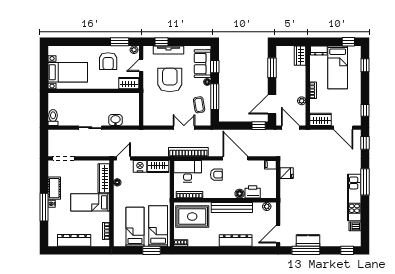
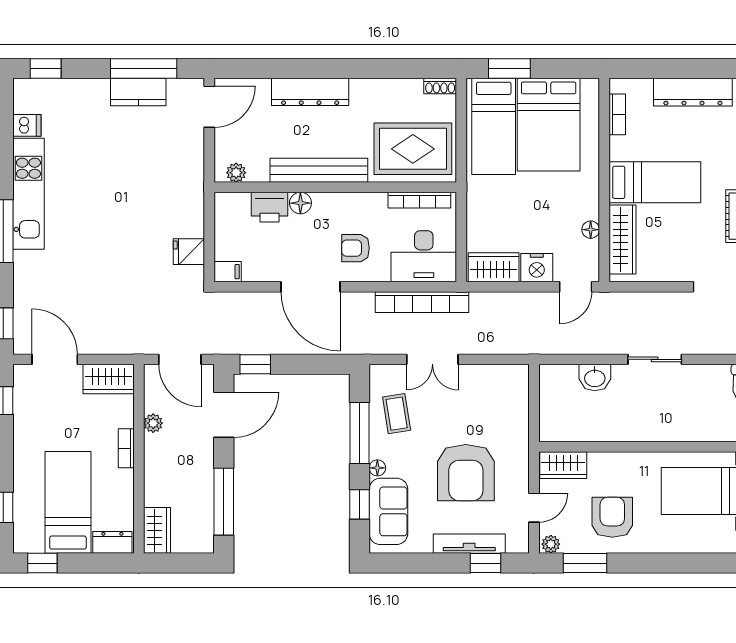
window: (272, 68) -> (224, 502), width x1.44
bed: (135, 227) -> (549, 125), width x1.50

